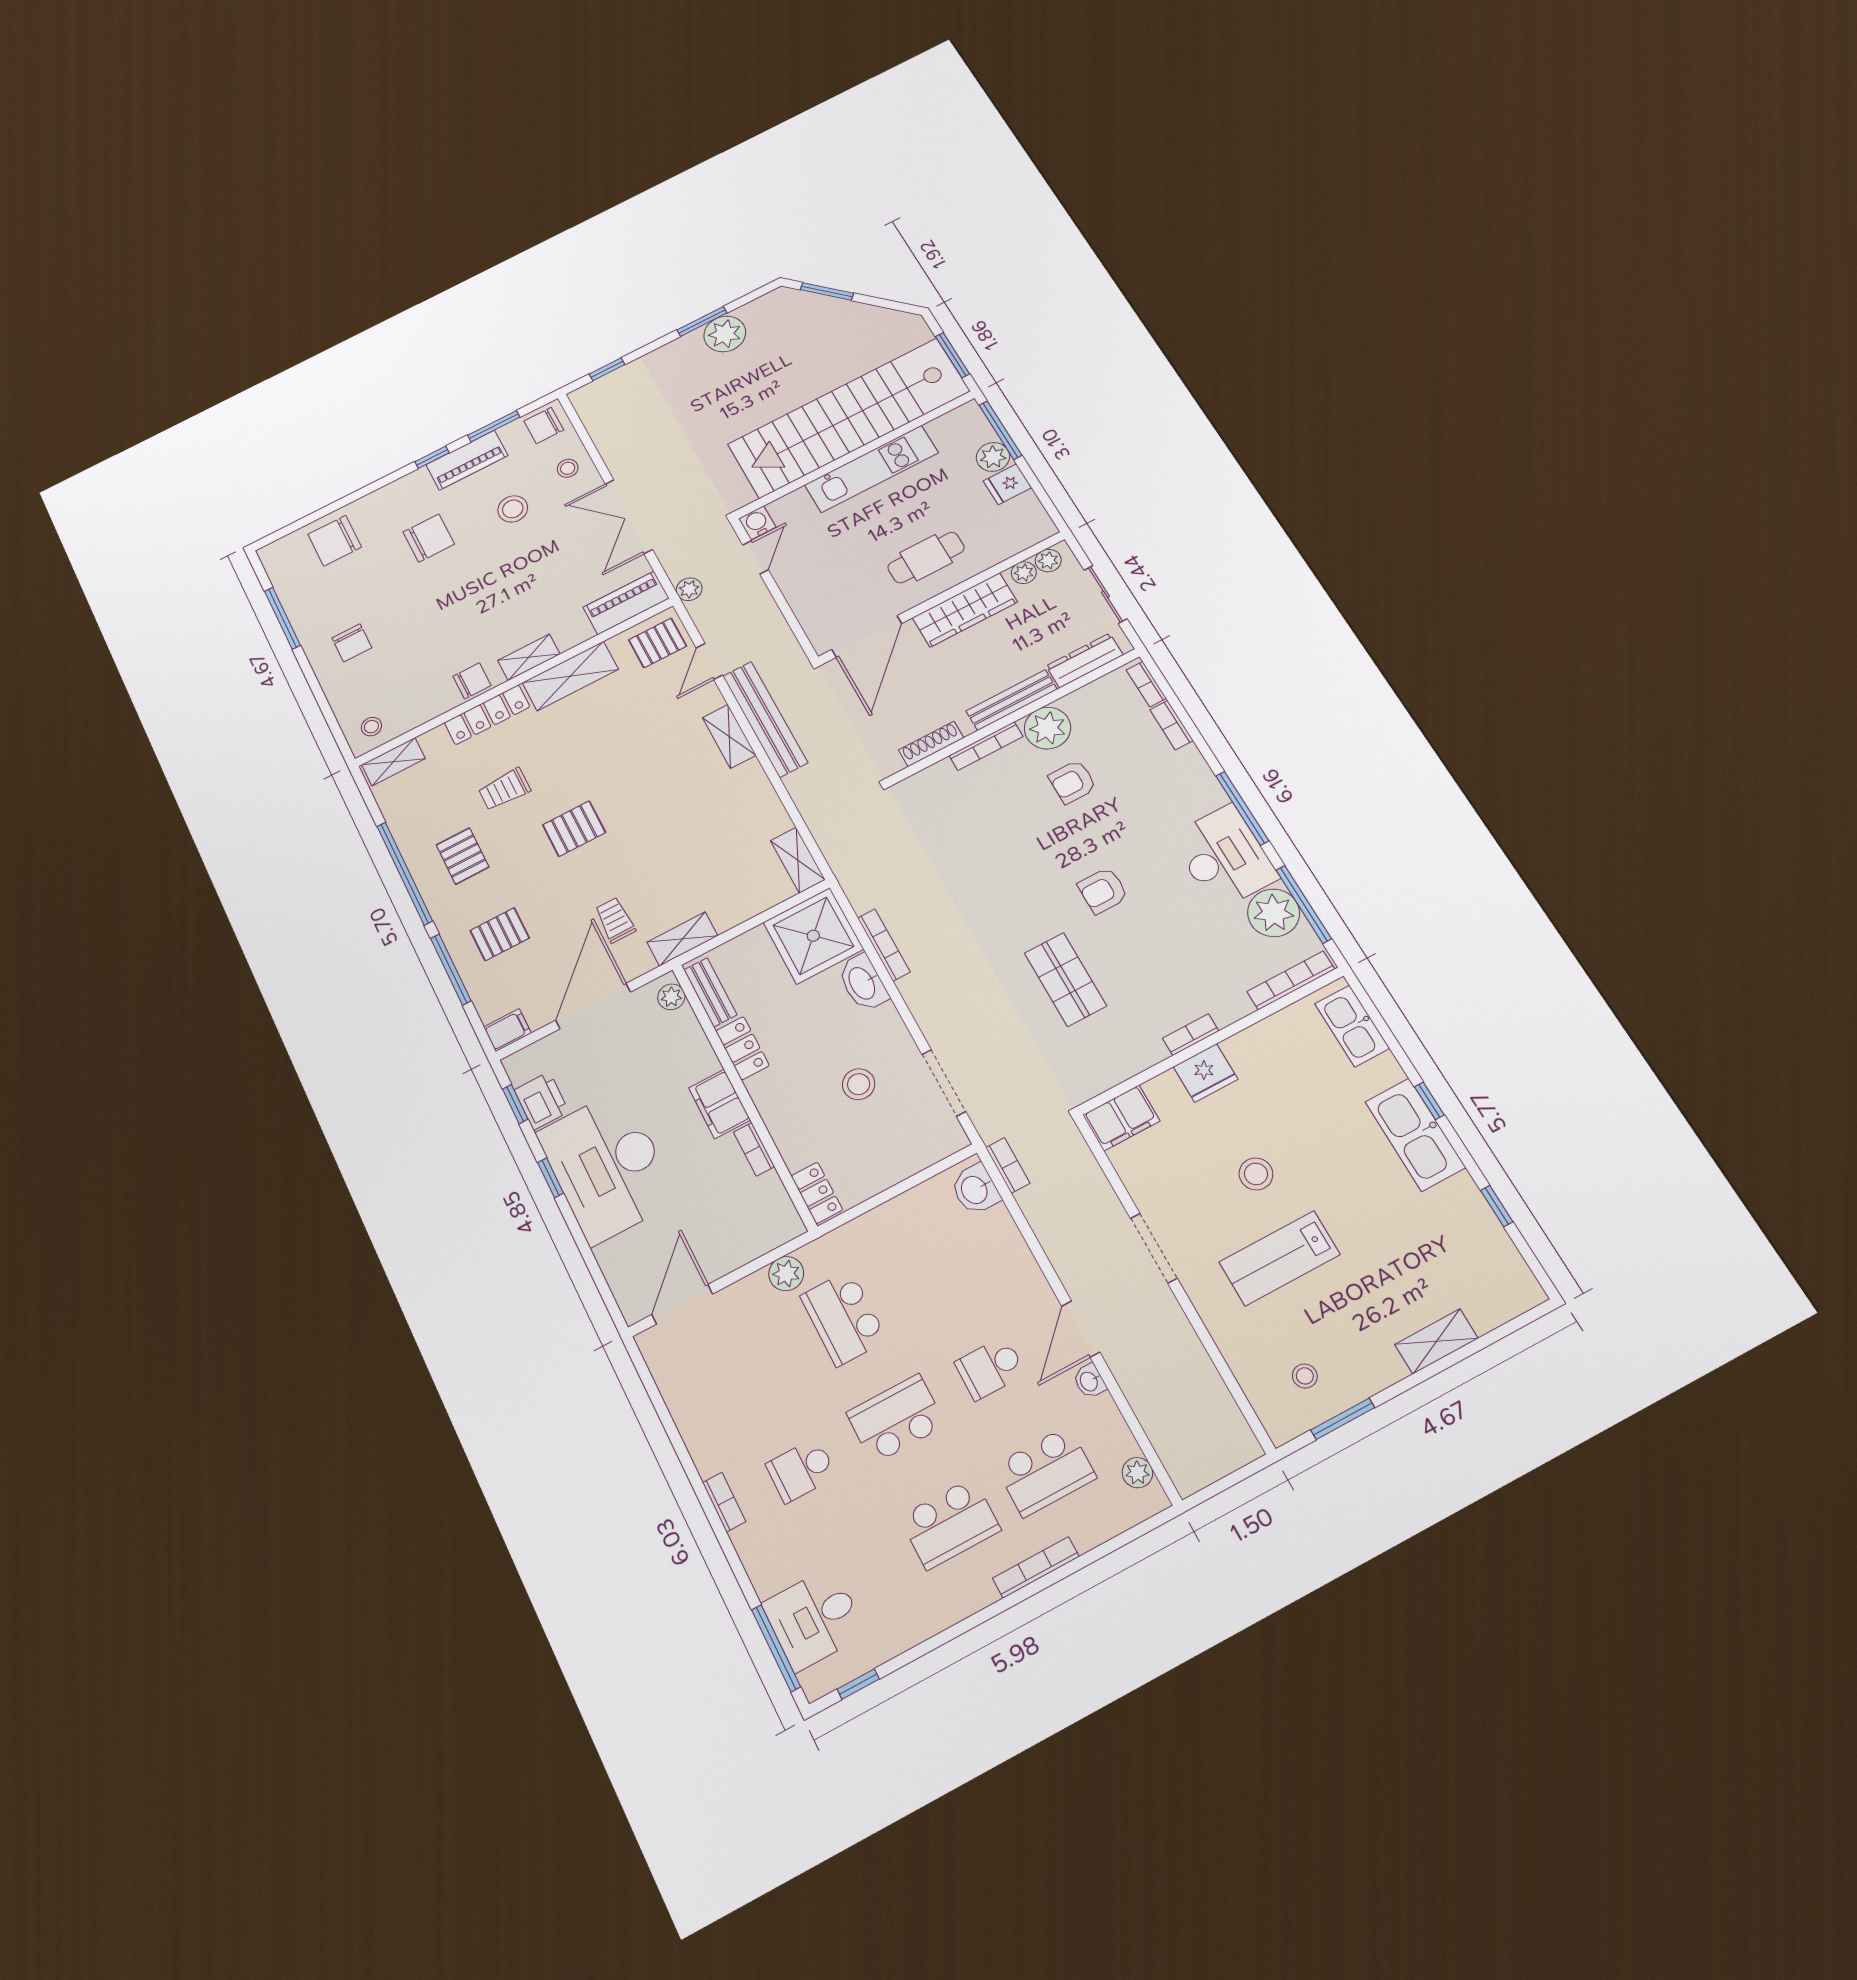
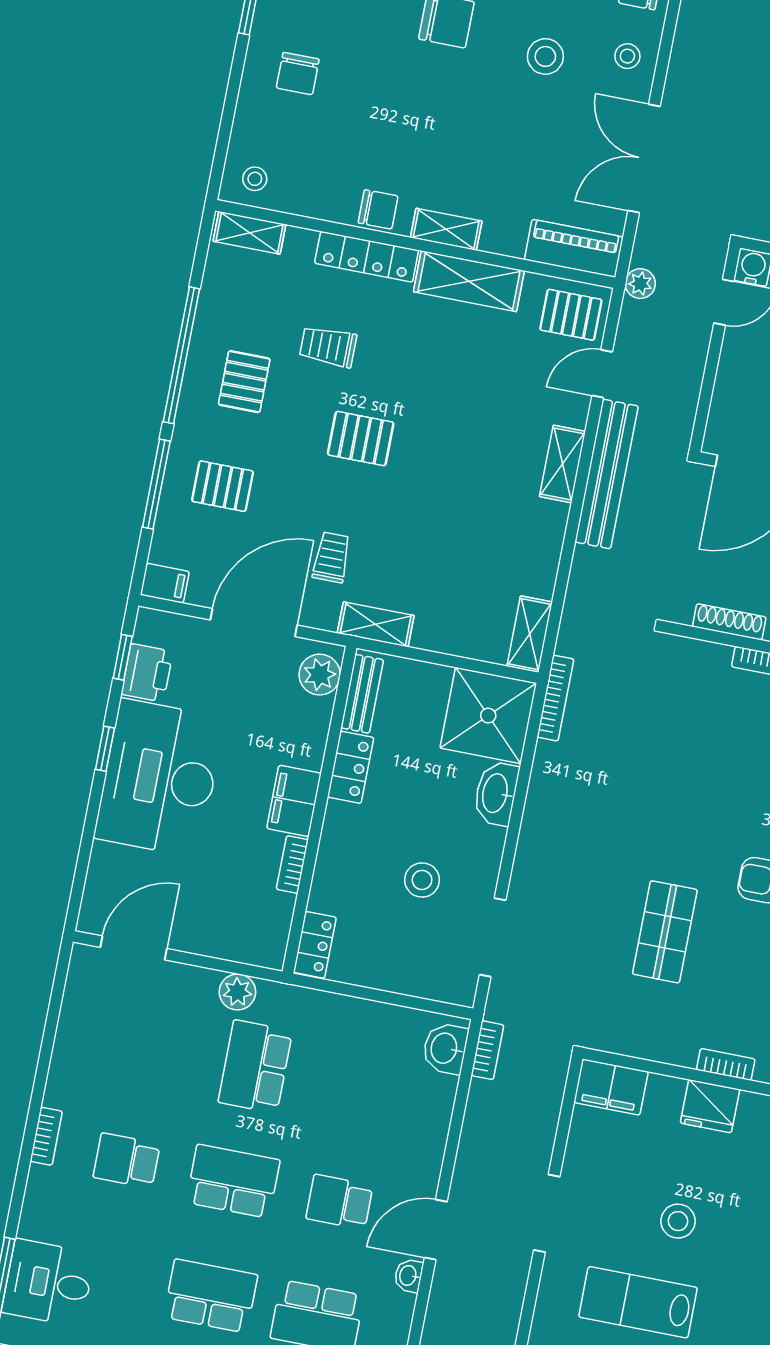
bookcase: (884, 945) -> (555, 698), moved
plant: (671, 997) -> (320, 675), width x1.38, depth x1.38
school desk: (950, 1523) -> (211, 1296), turned 180

